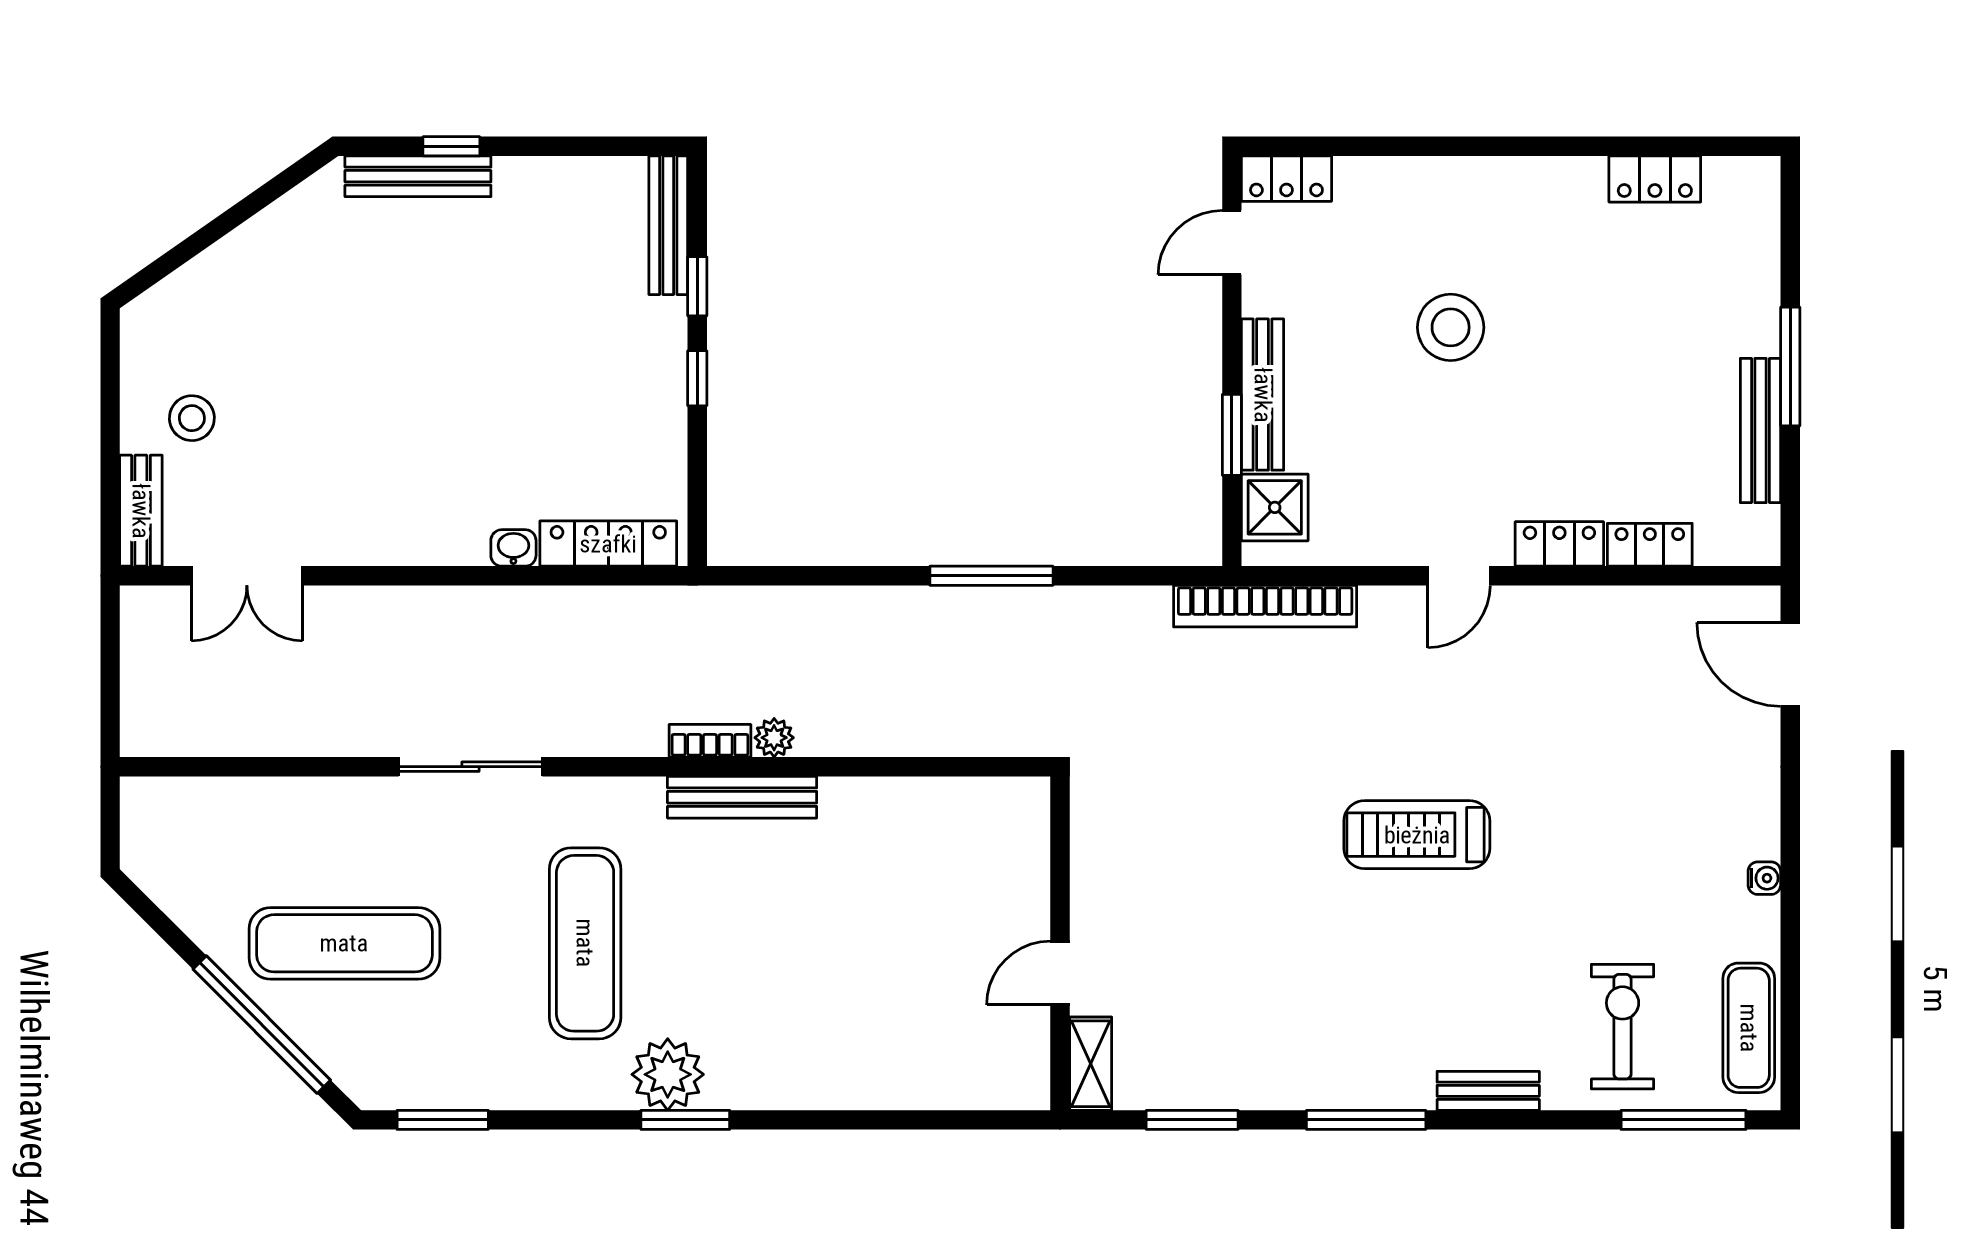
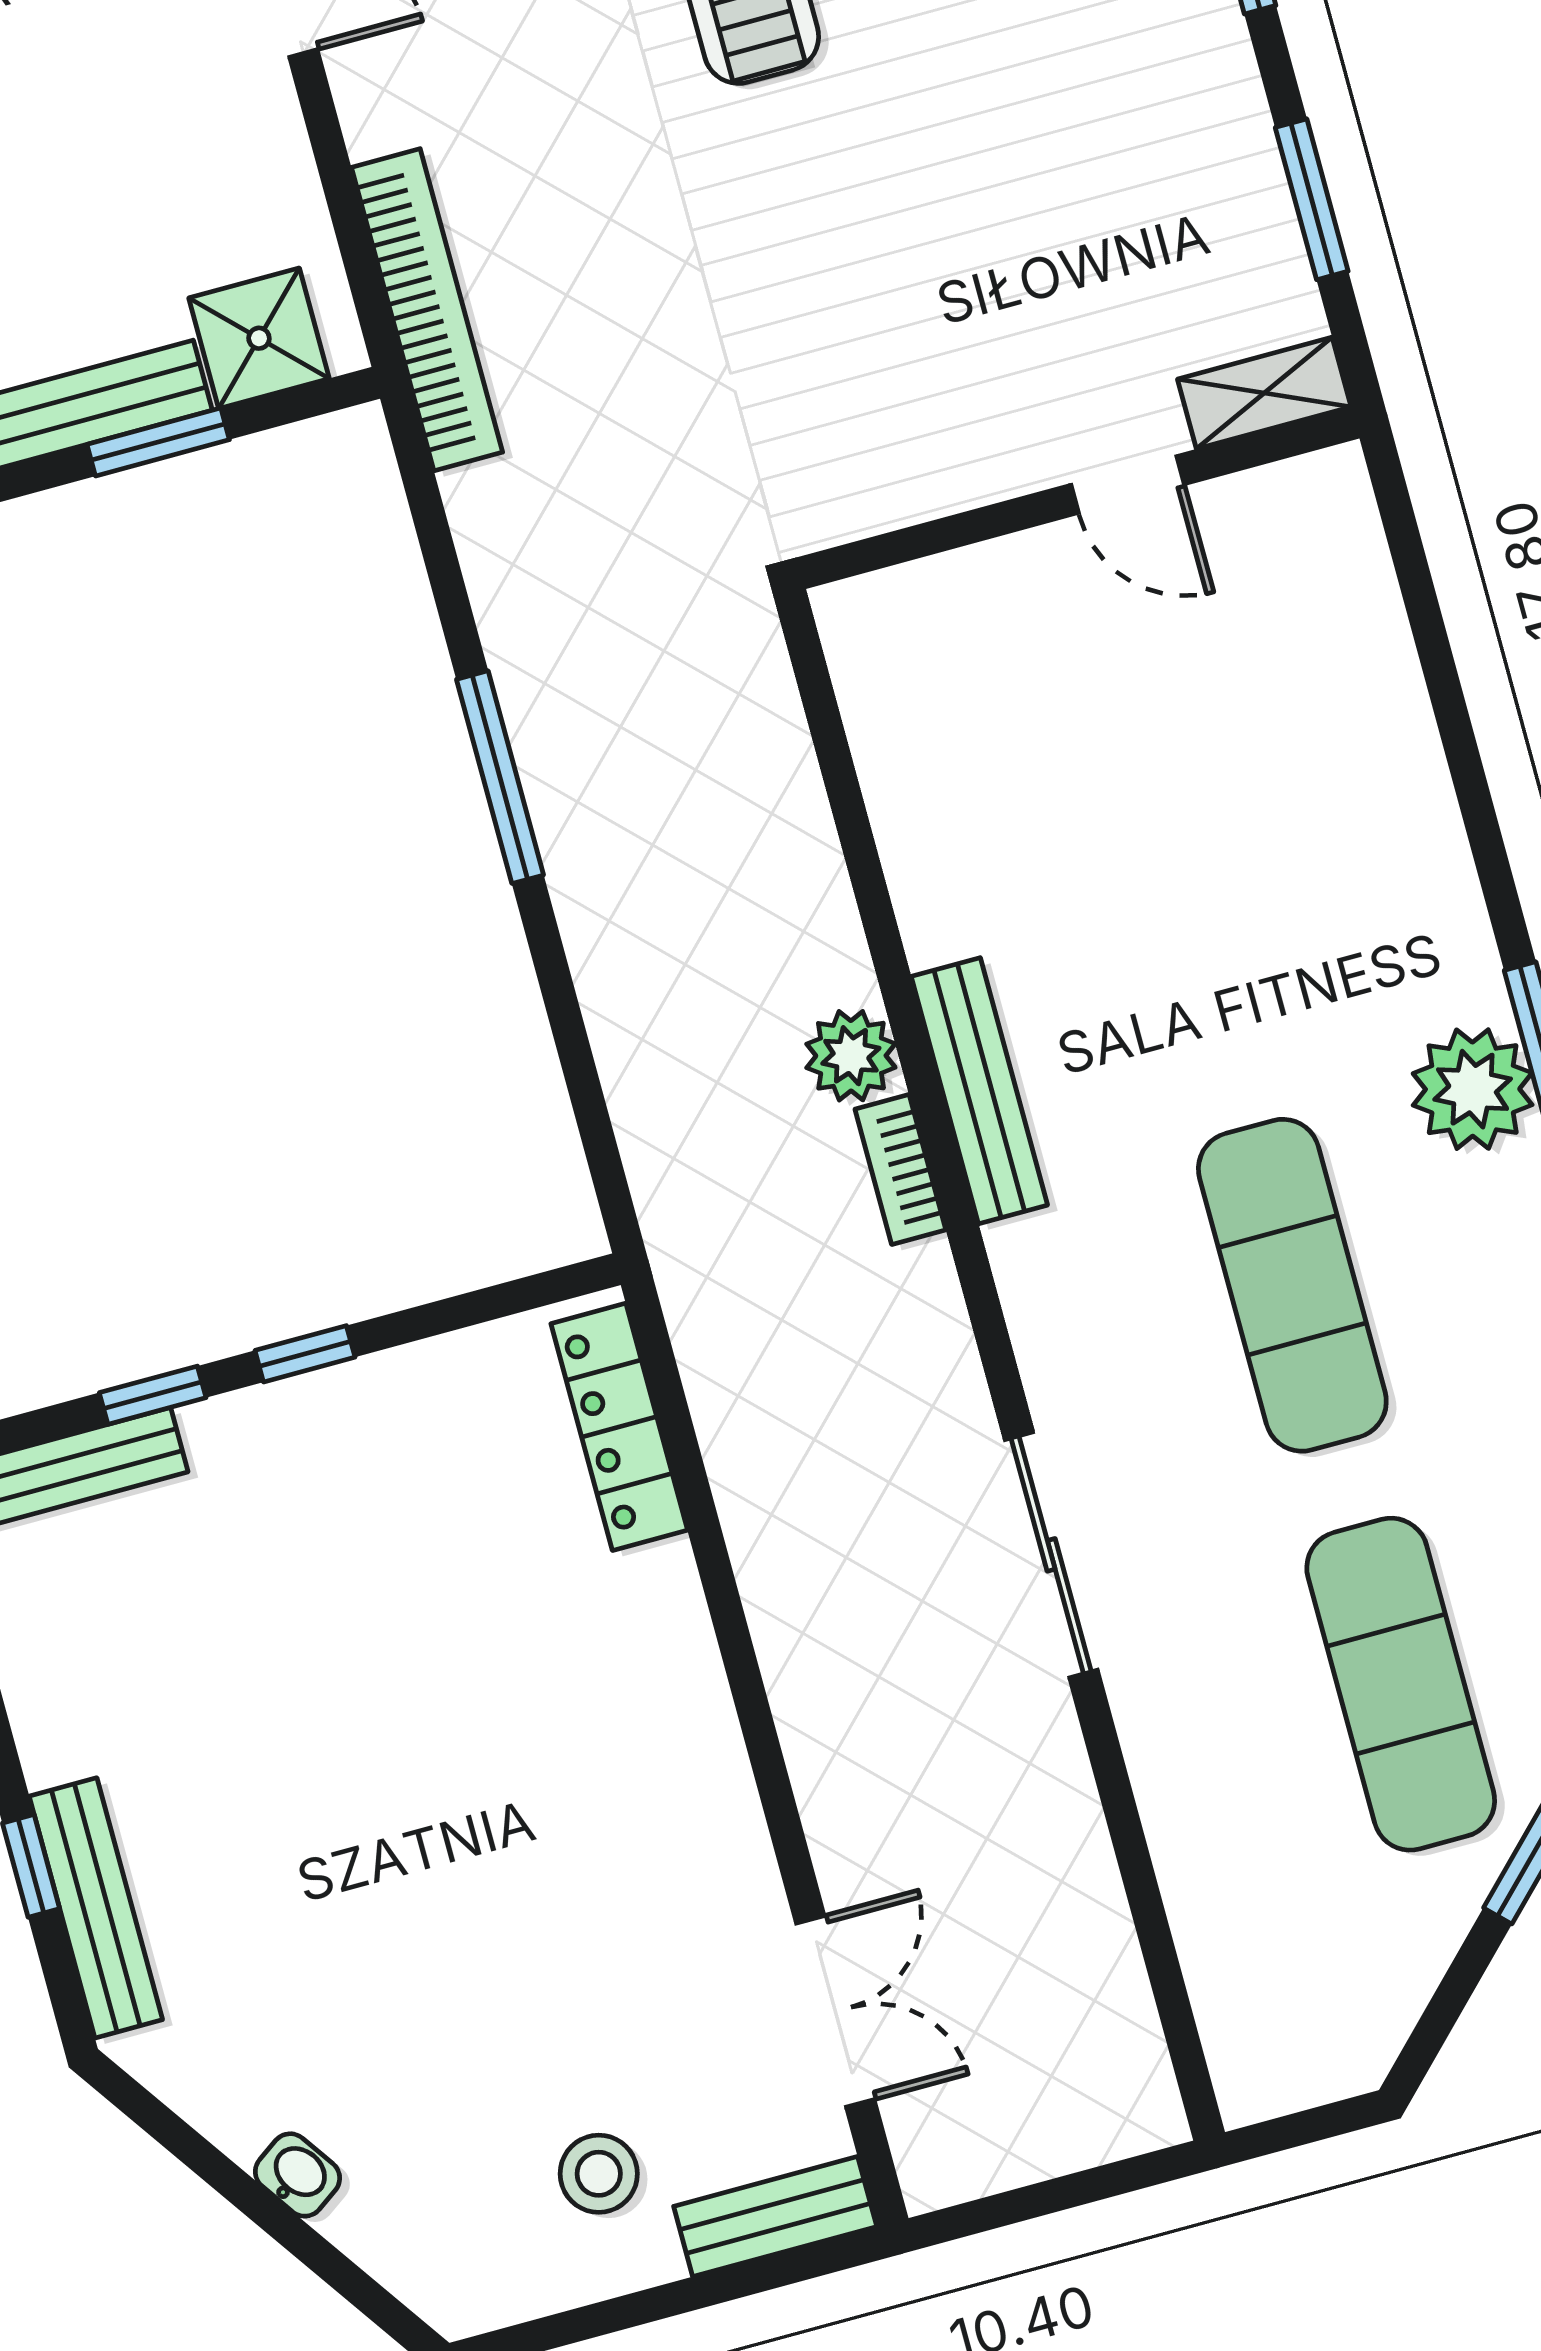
washbasin: (513, 548) -> (297, 2175), moved, turned 145
plant: (774, 738) -> (851, 1056), width x1.38, depth x1.38
exercise mat: (585, 943) -> (1292, 1285), turned 90

